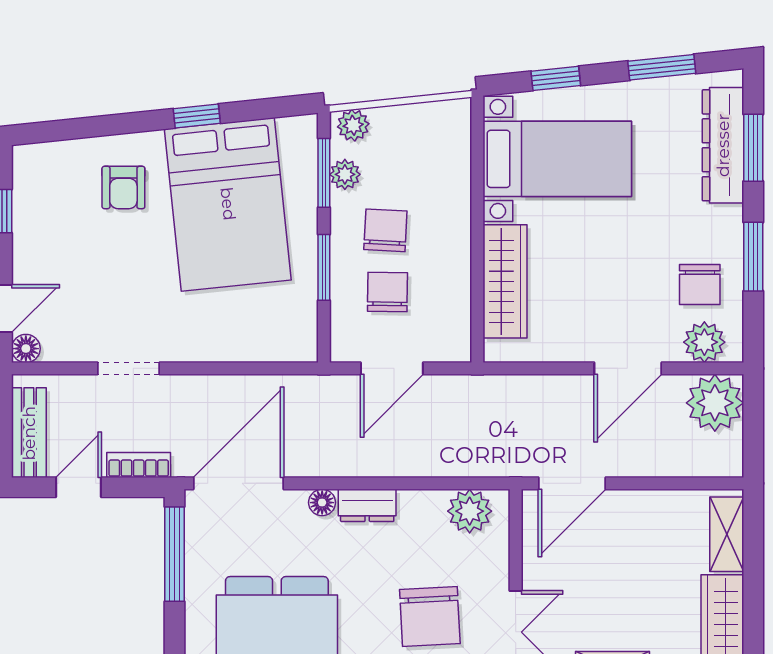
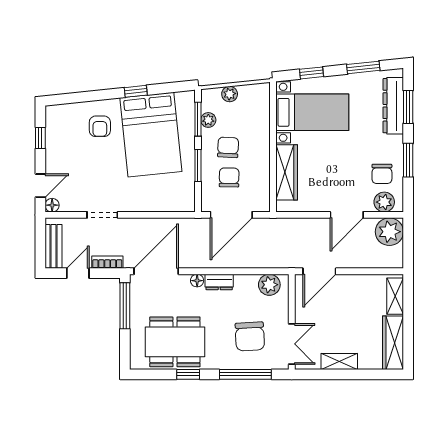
plant: (353, 125) -> (230, 94), moved
door: (392, 368) -> (231, 215), width x1.36

